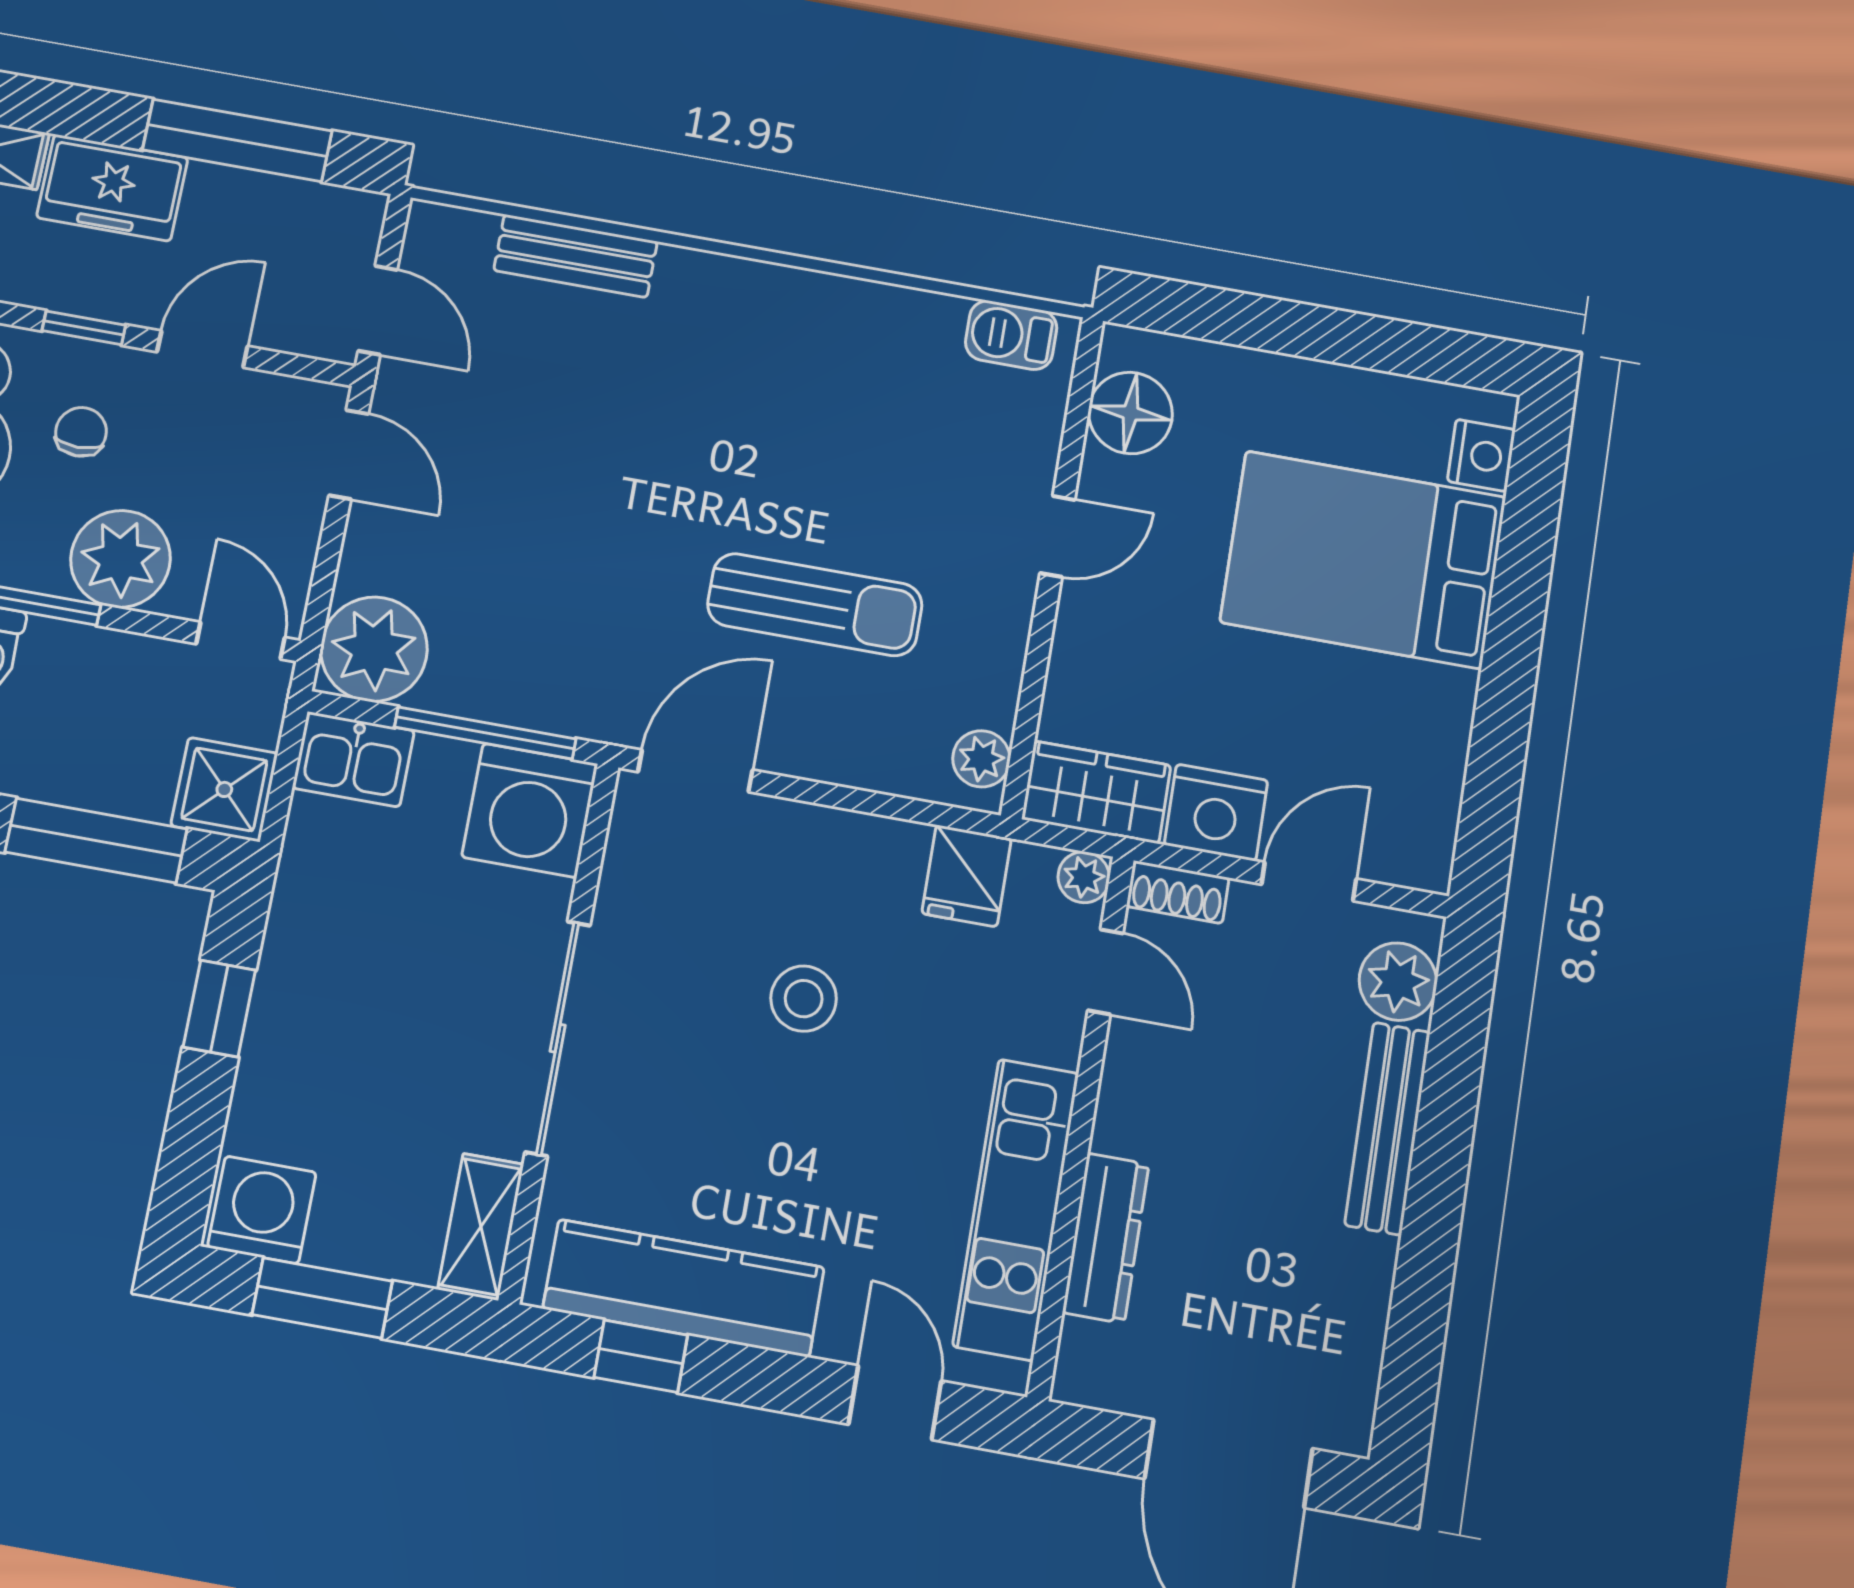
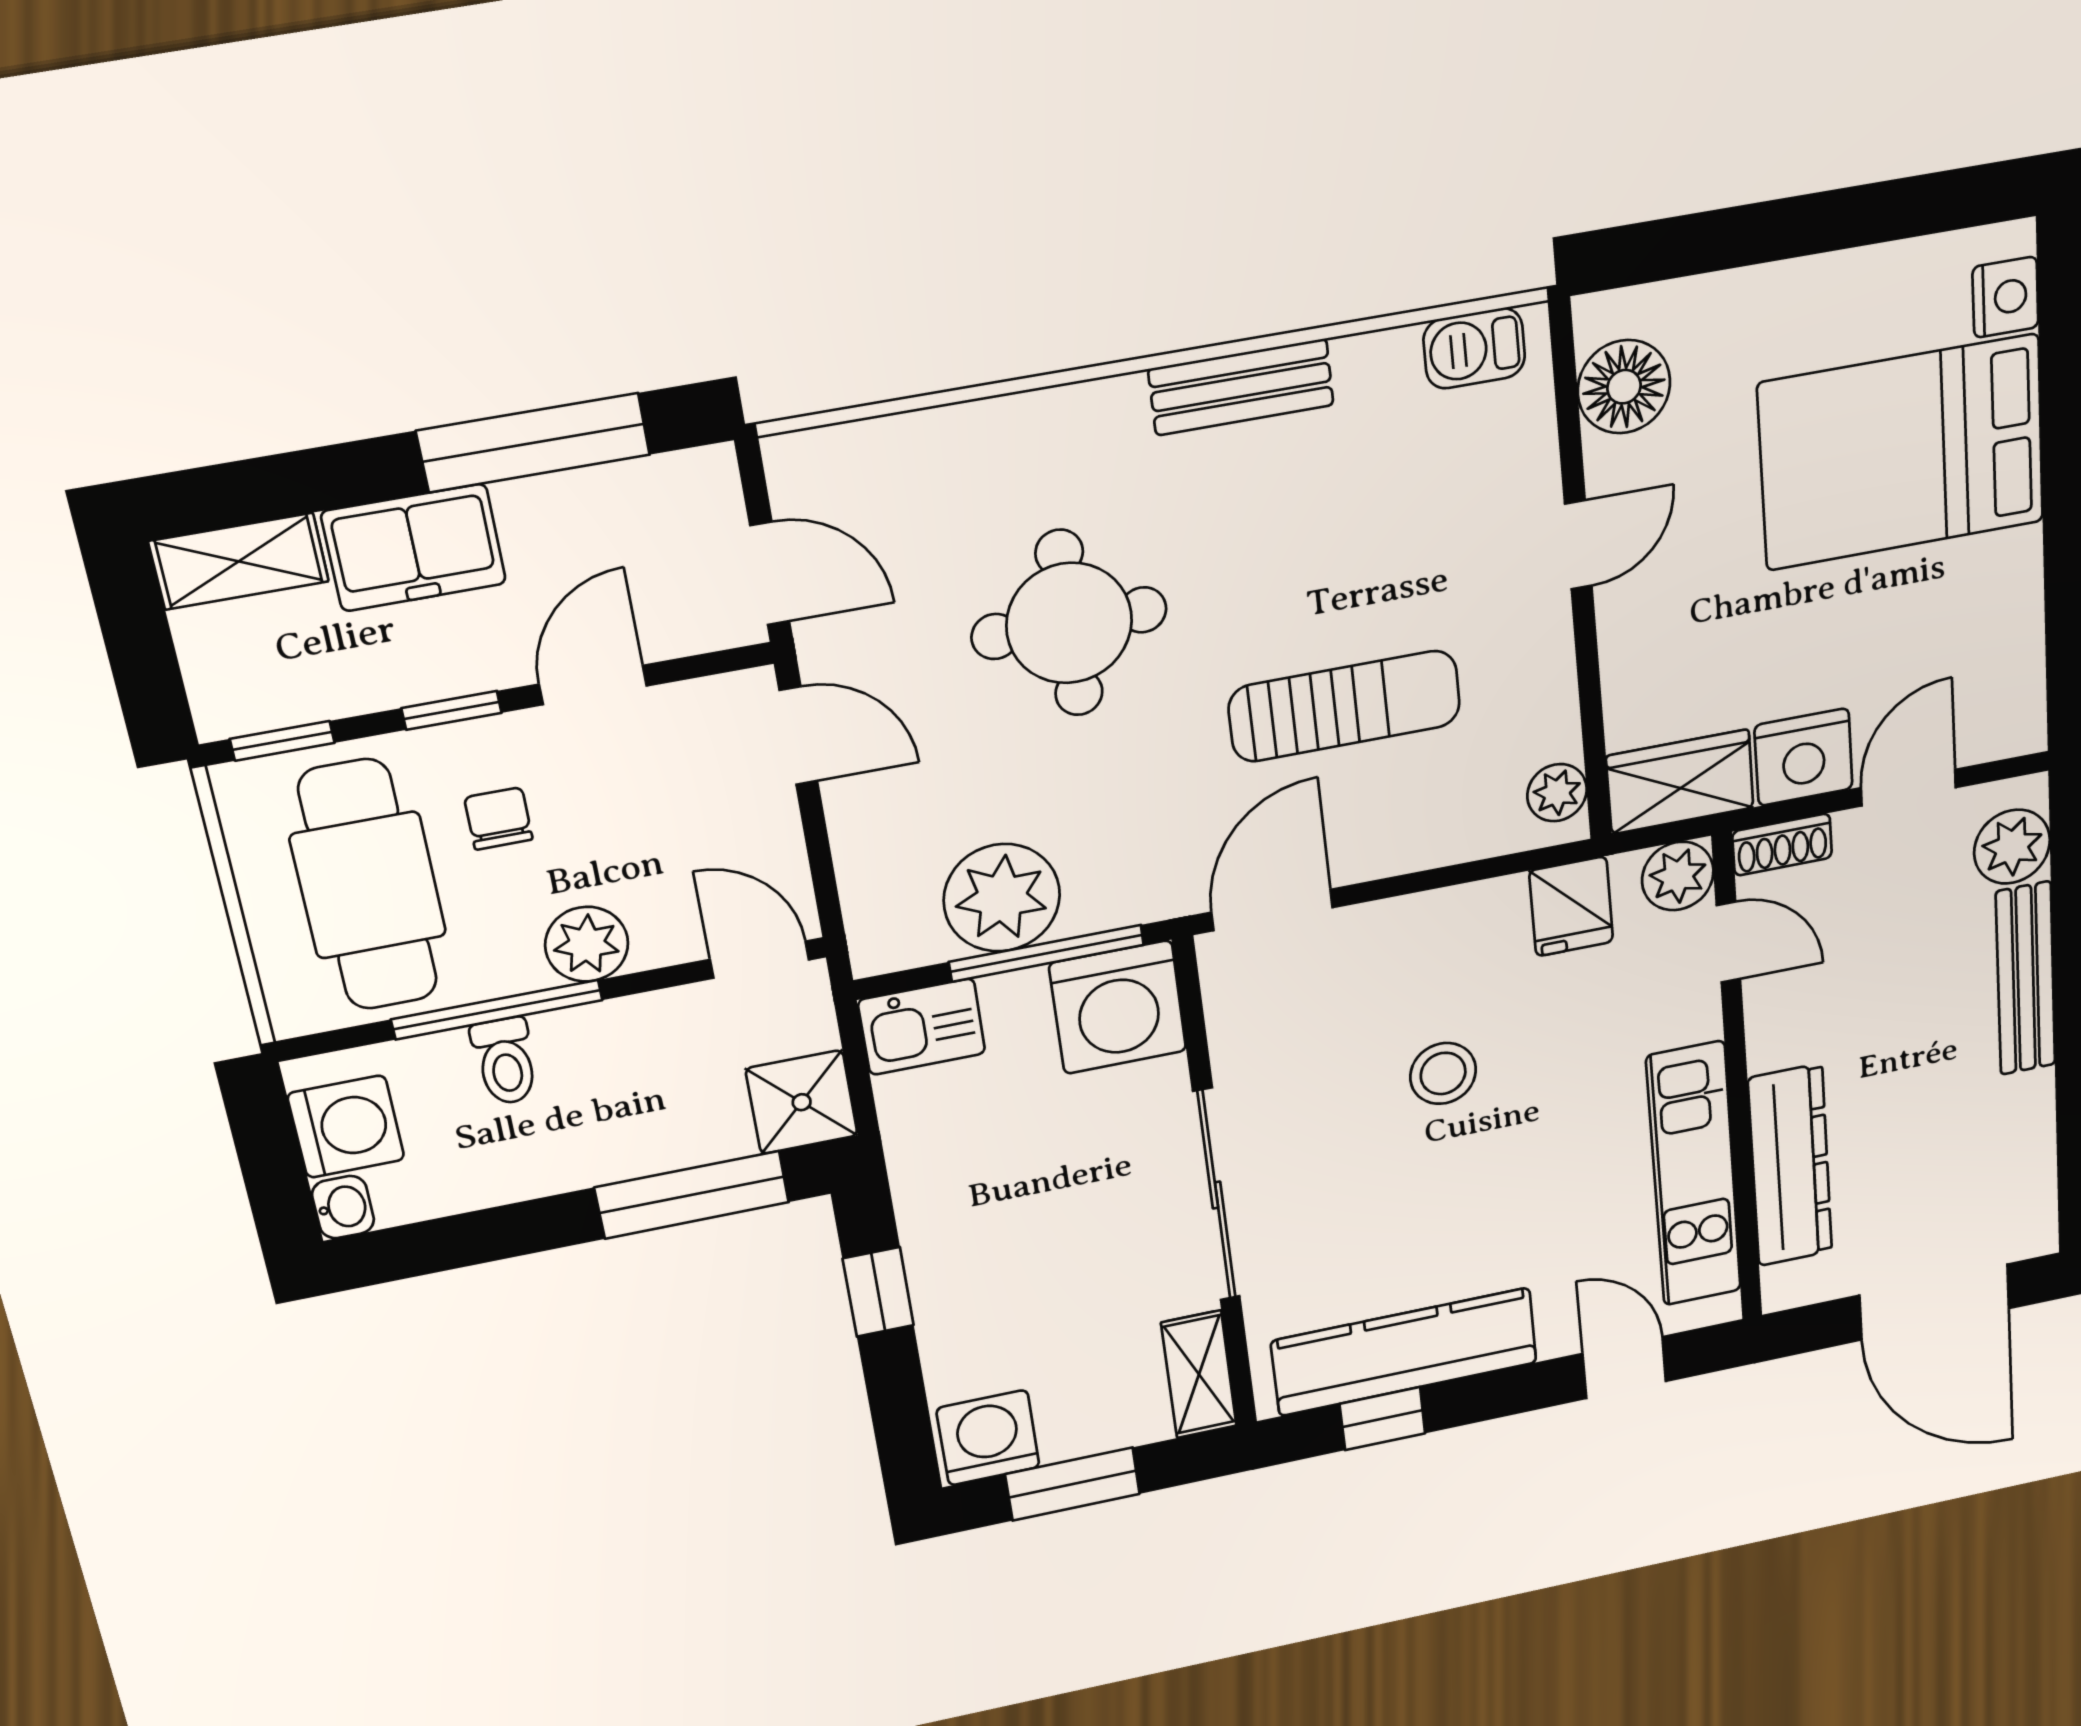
bench: (576, 256) -> (1241, 387), moved
round table: (604, 442) -> (1069, 623), added
plant: (120, 559) -> (587, 944), width x0.73, depth x0.73
plant: (374, 649) -> (1002, 898), moved
plant: (1084, 877) -> (1678, 876), width x1.38, depth x1.38
dresser: (1106, 1238) -> (1790, 1166), width x1.37, depth x1.24

